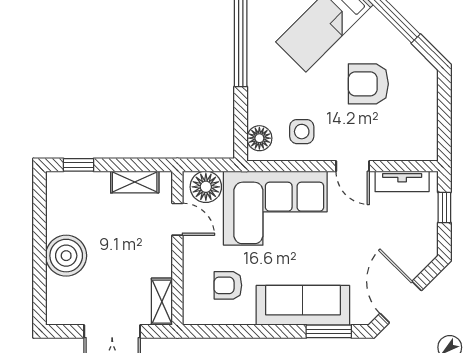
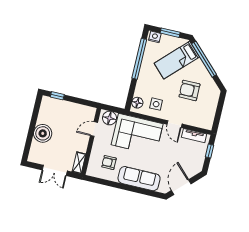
shelving: (135, 182) -> (79, 109), removed
door: (177, 219) -> (94, 129), swing flipped
window: (329, 331) -> (147, 192), removed

